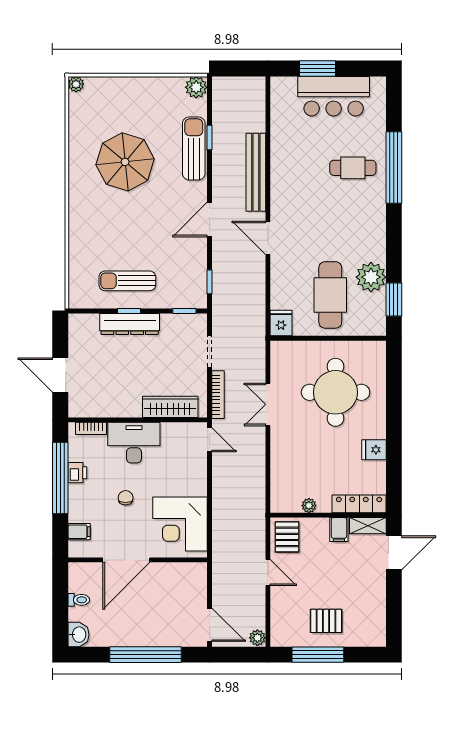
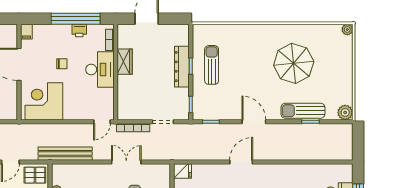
sun lounger: (194, 148) -> (303, 111), turned 180
bench: (256, 172) -> (65, 154), moved
wardrobe: (170, 407) -> (125, 62), moved, width x0.67
filing cabinet: (79, 532) -> (26, 32), moved

